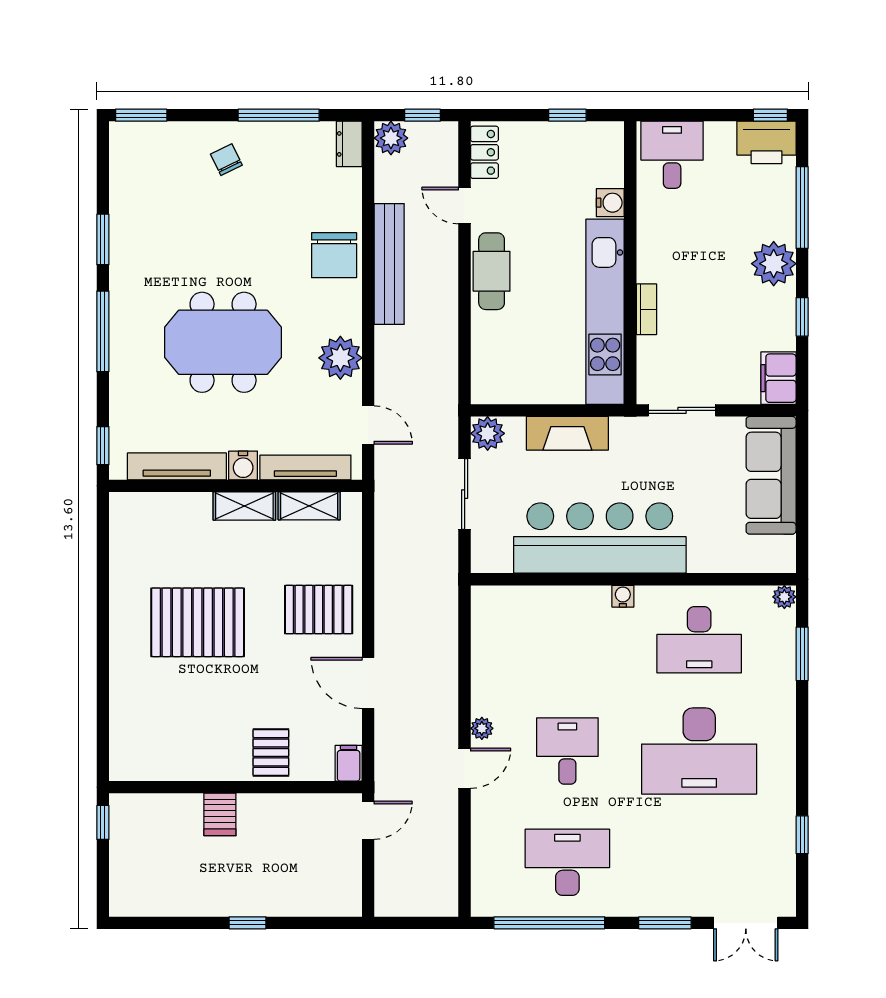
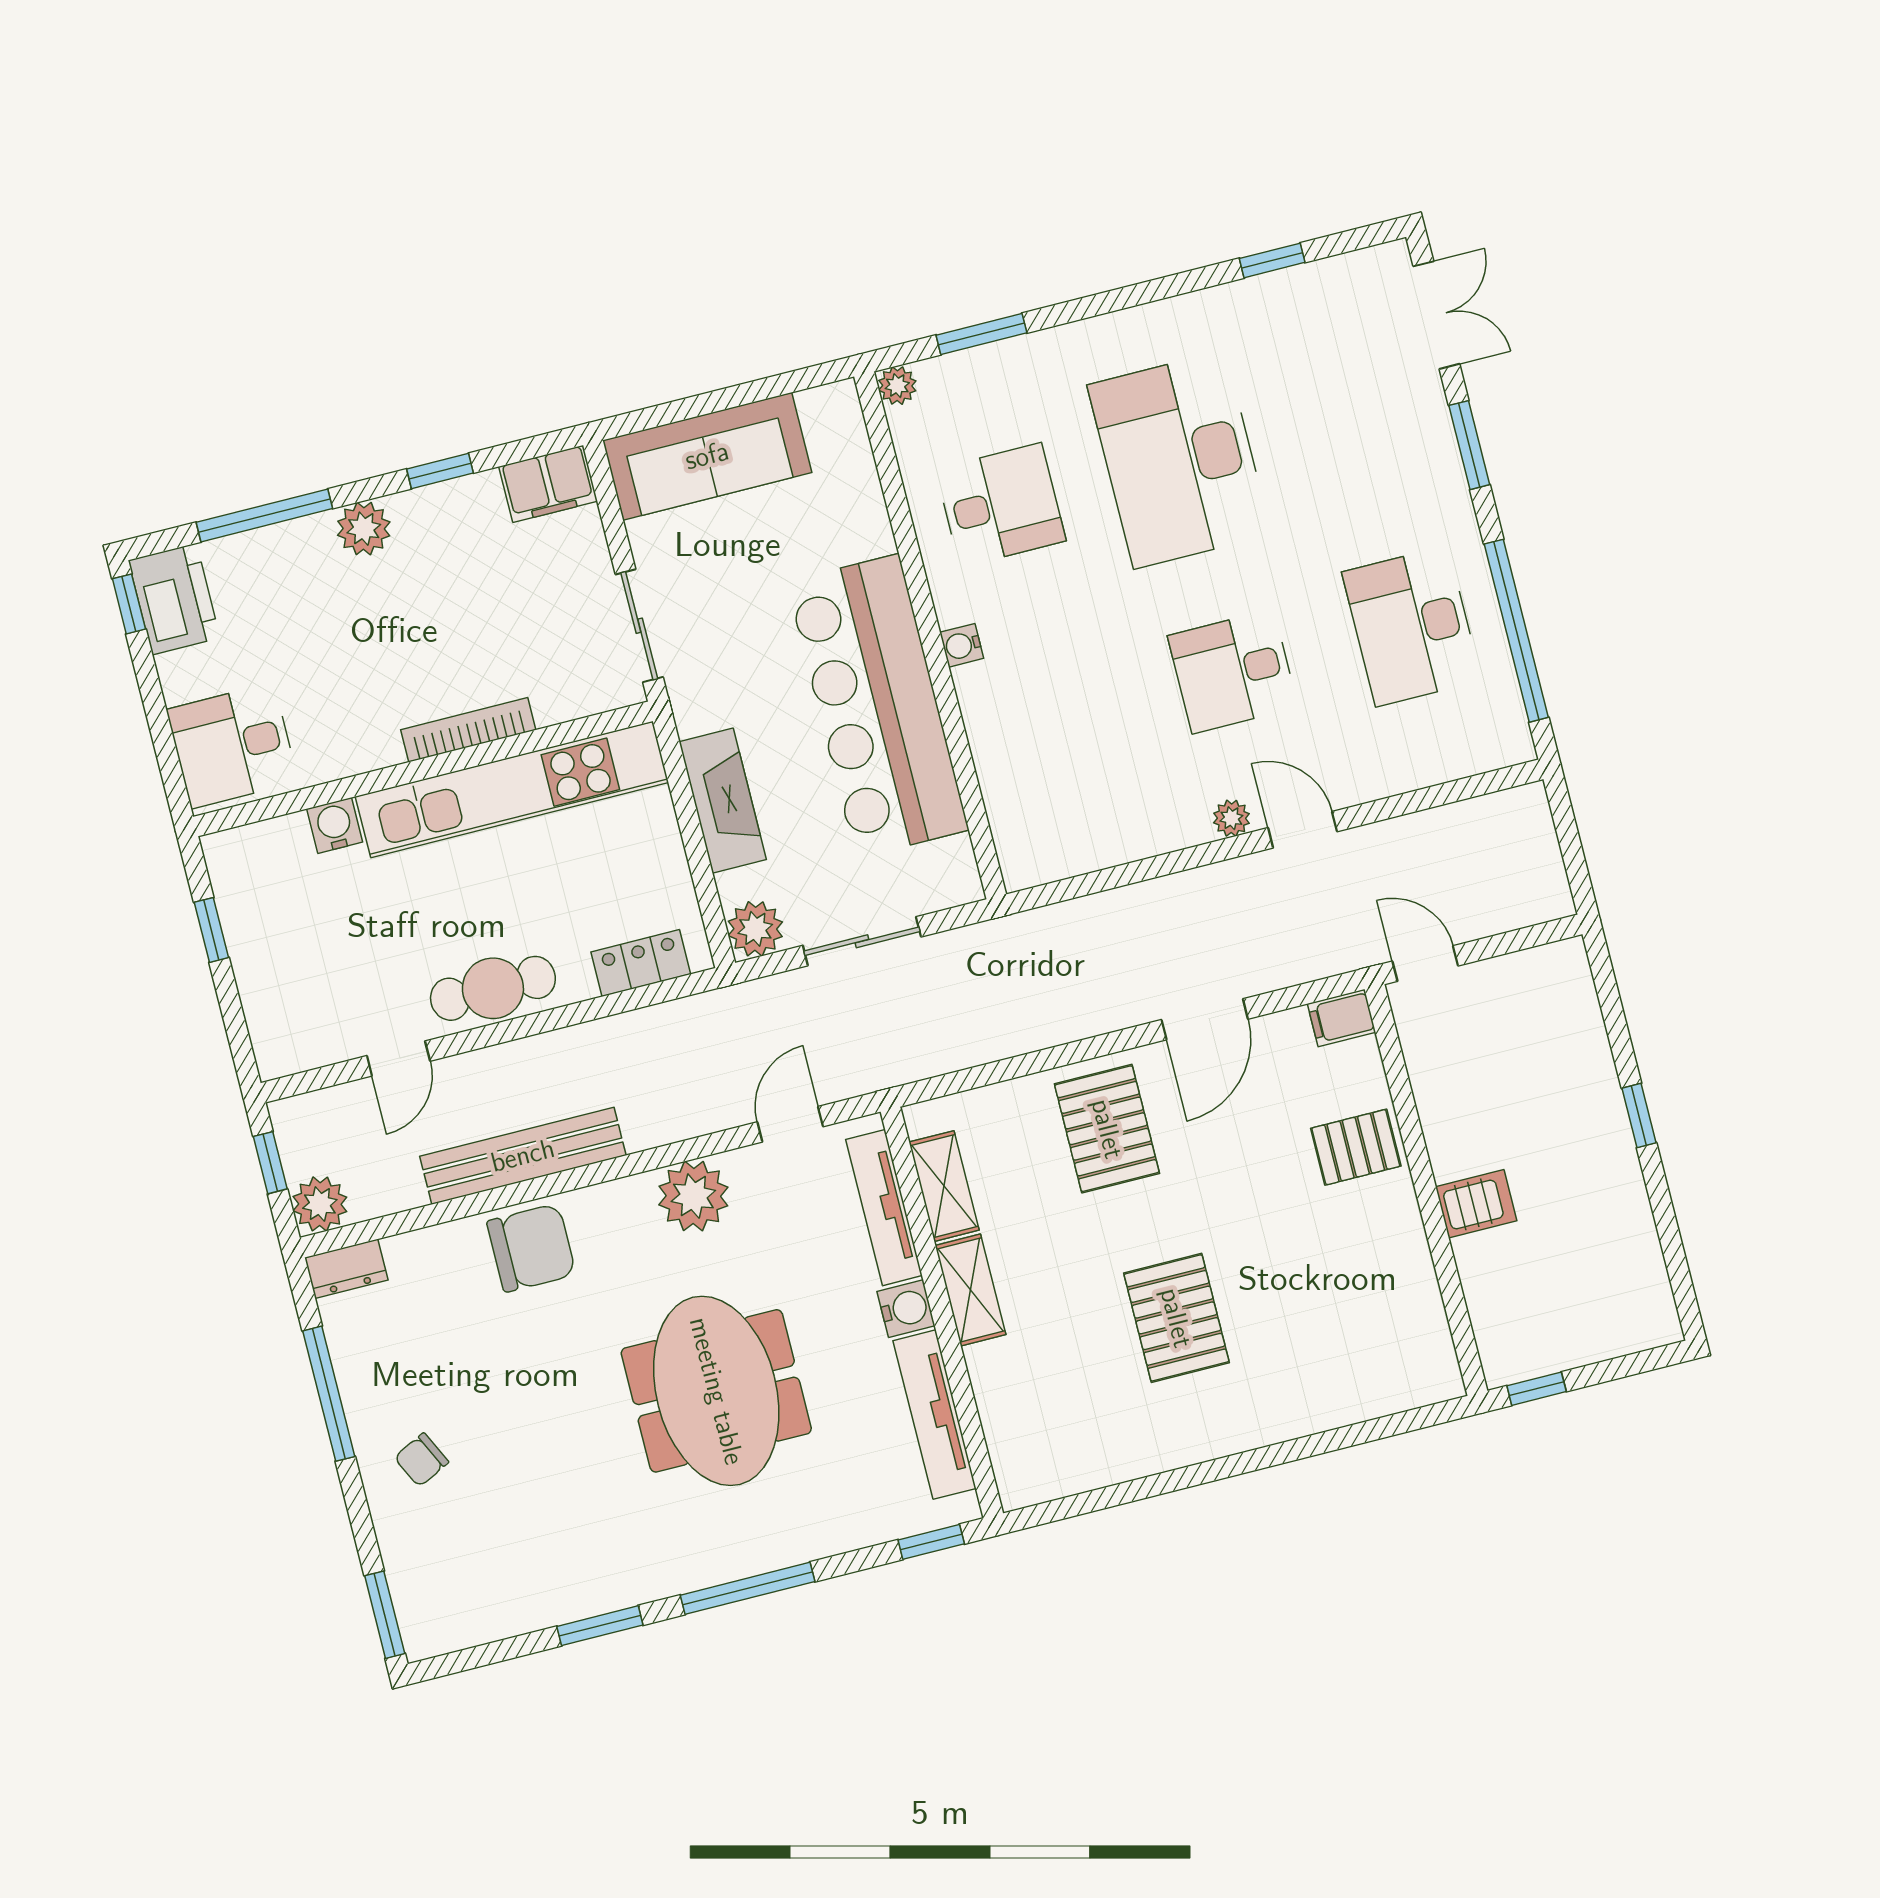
locker: (484, 152) -> (641, 963), moved
plant: (774, 264) -> (364, 529), width x0.73, depth x0.73
bookcase: (646, 309) -> (468, 730), width x1.56
pallet: (198, 622) -> (1176, 1318), width x0.73, depth x0.71
desk: (699, 640) -> (1001, 505), width x0.73
desk: (699, 751) -> (1179, 460), turned 180

